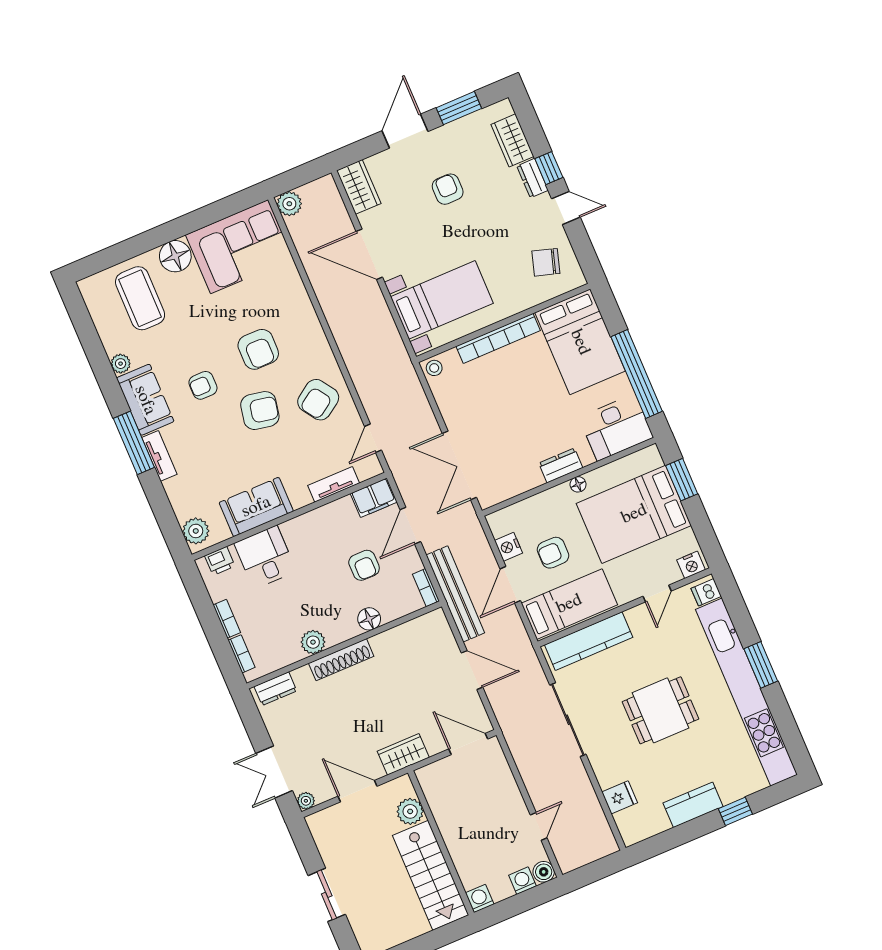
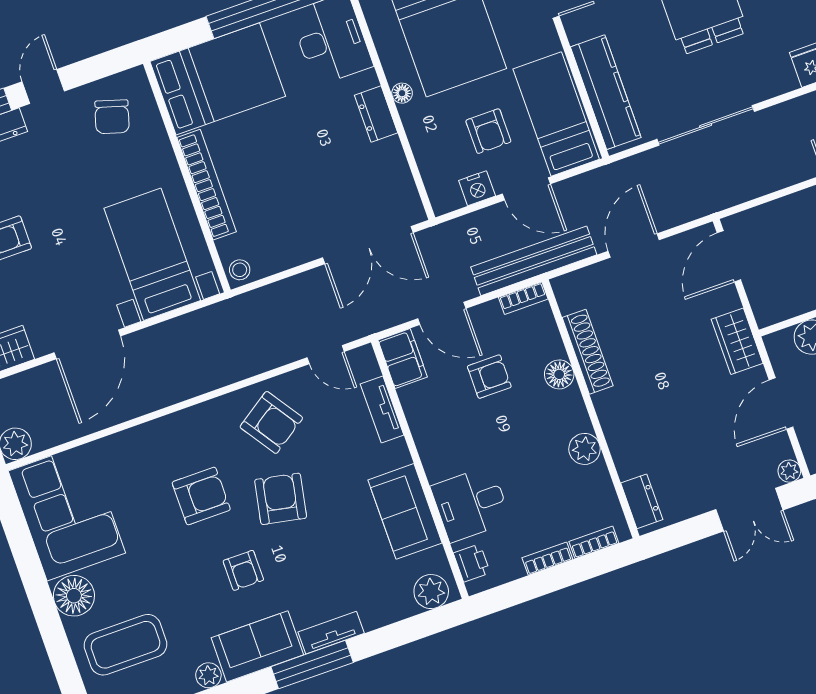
shoe rack: (341, 660) -> (588, 352), moved

